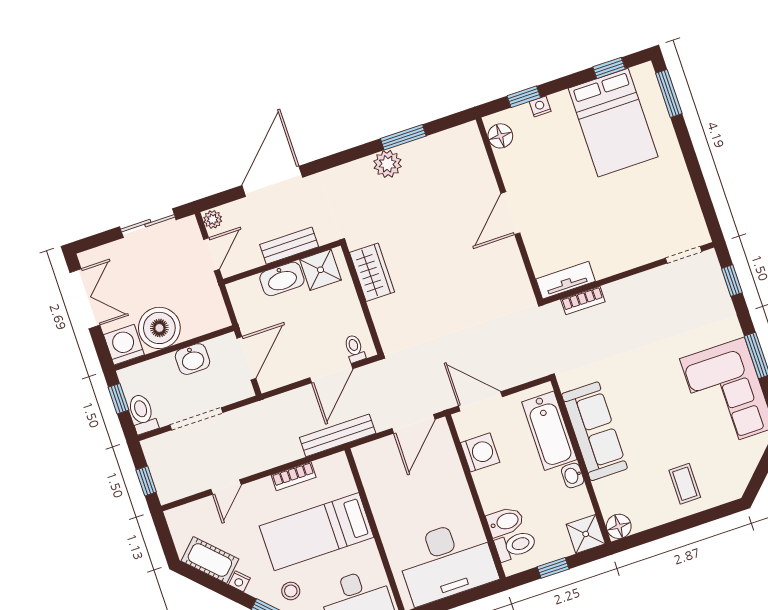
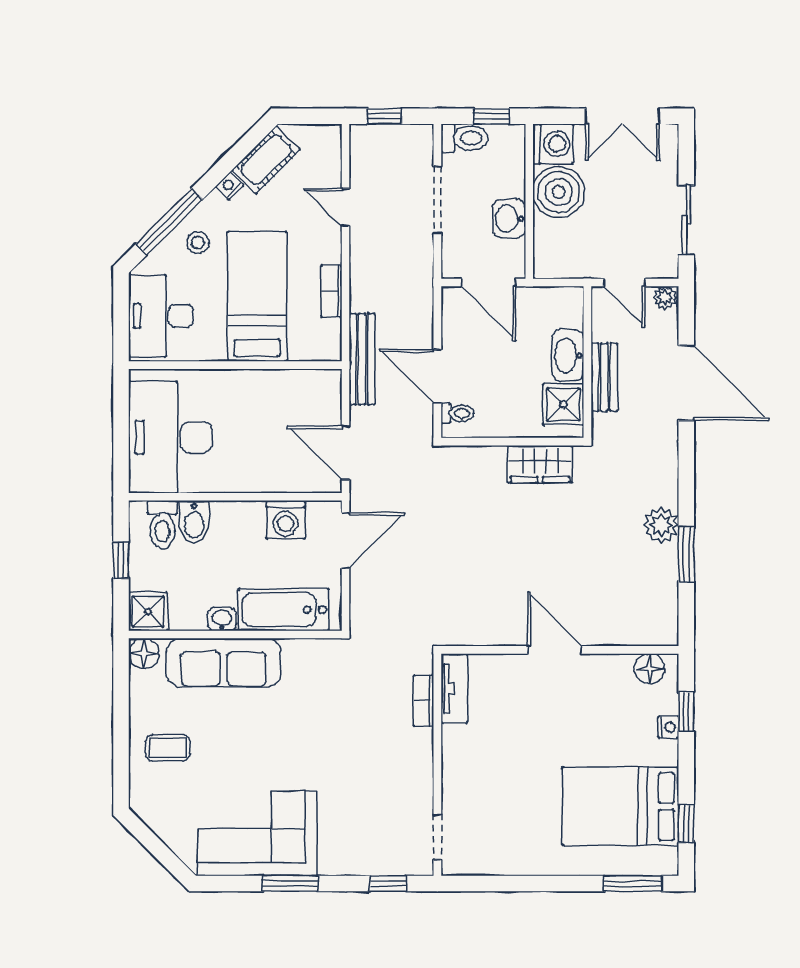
sofa: (595, 431) -> (224, 663), moved

